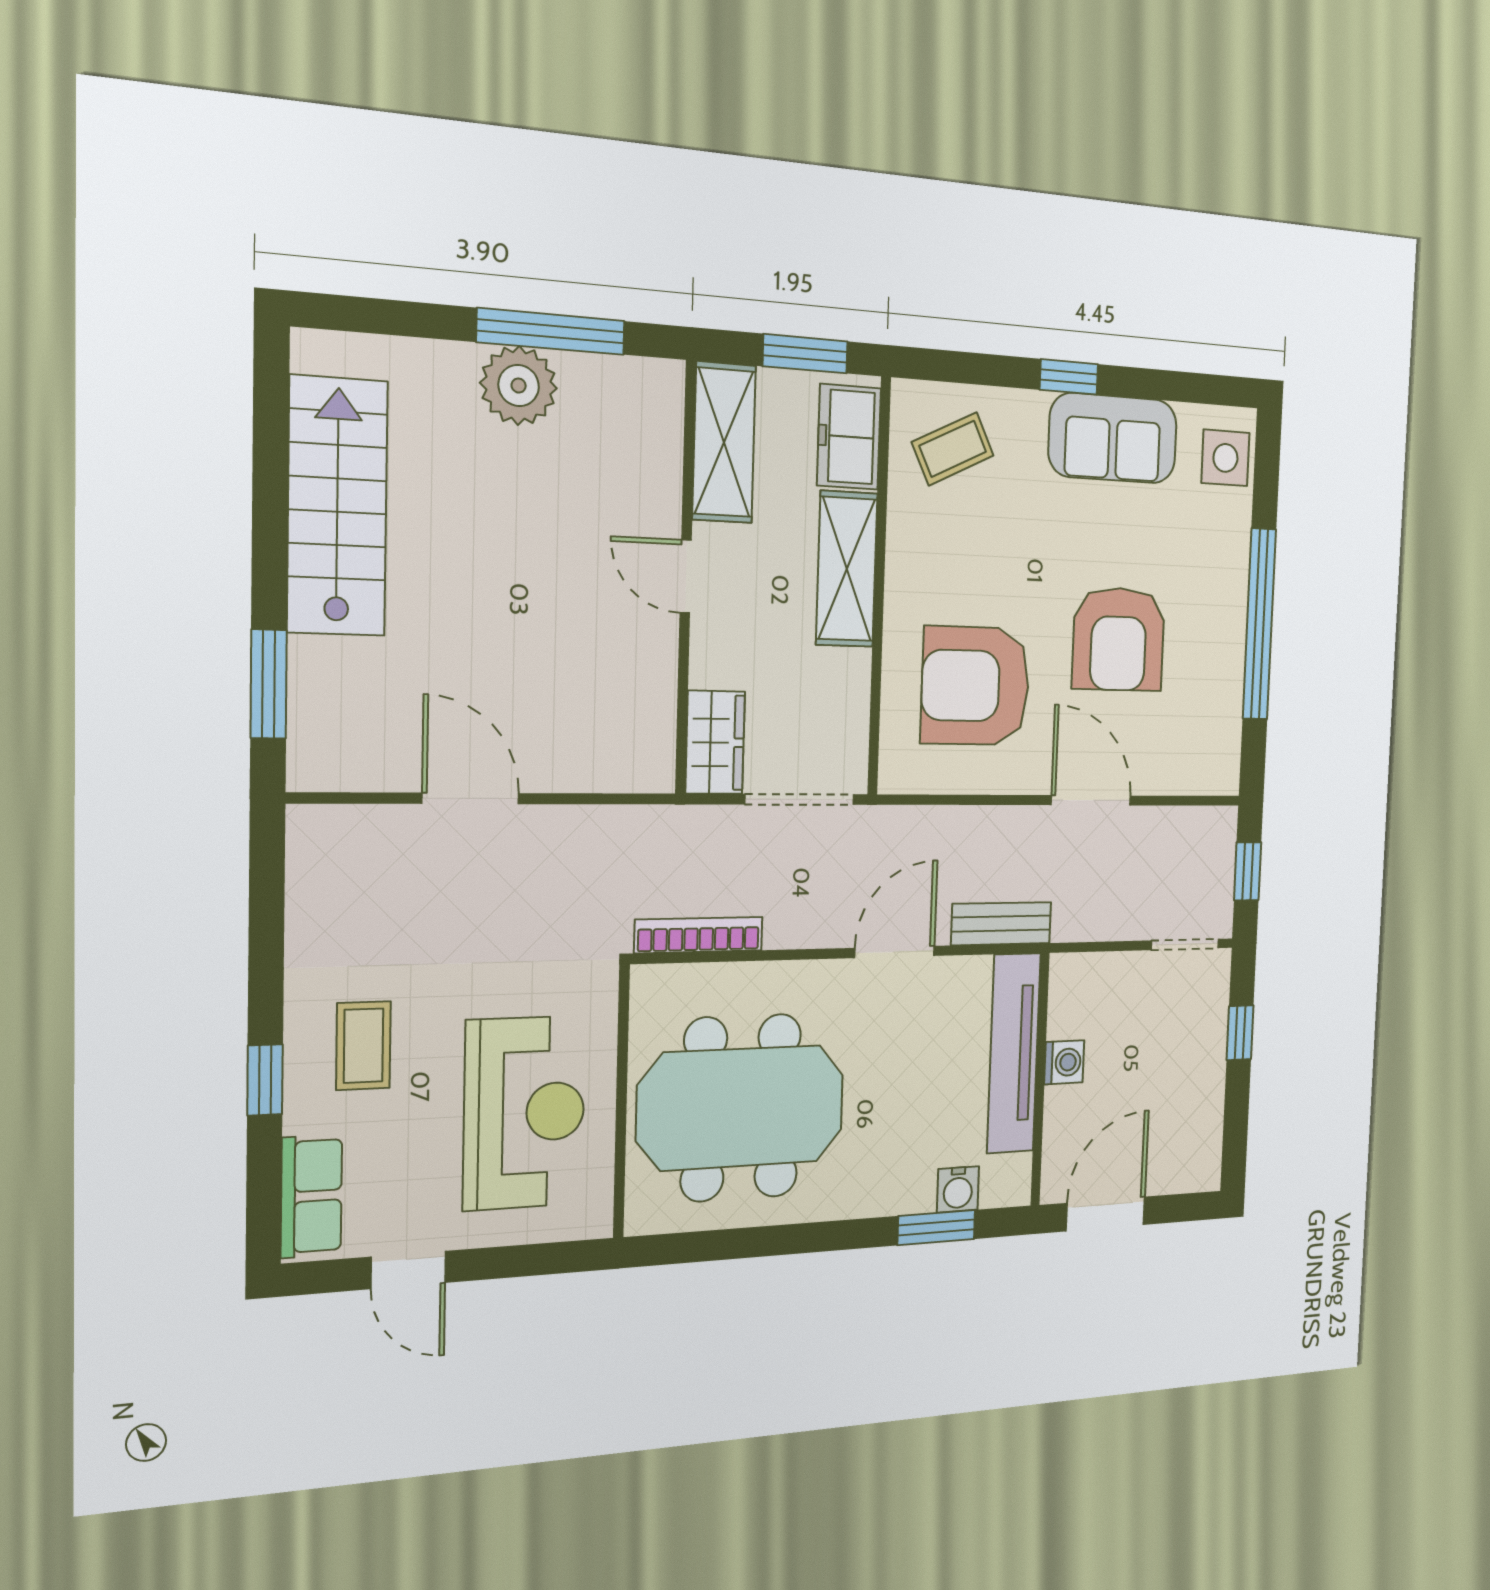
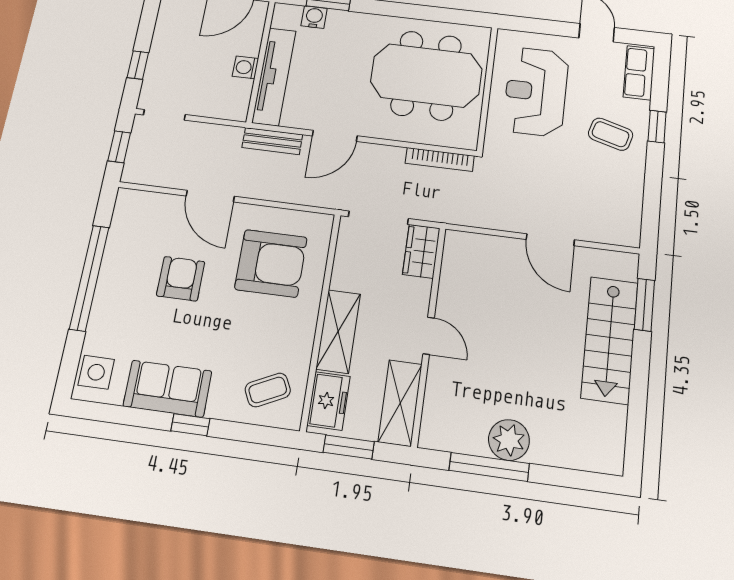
stairs: (337, 507) -> (609, 340), moved
armchair: (1119, 639) -> (181, 279), width x0.73, depth x0.73
coffee table: (364, 1046) -> (611, 134), turned -74

